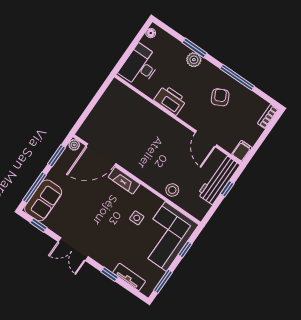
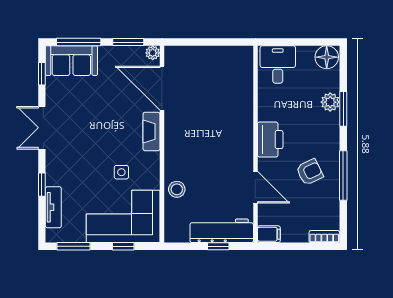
floor lamp: (151, 33) -> (327, 57), width x1.89, depth x1.89
plant: (194, 60) -> (330, 102), moved
desk: (140, 66) -> (278, 65), width x0.73
printer: (170, 100) -> (270, 140), moved
door: (206, 139) -> (255, 187), swing flipped

